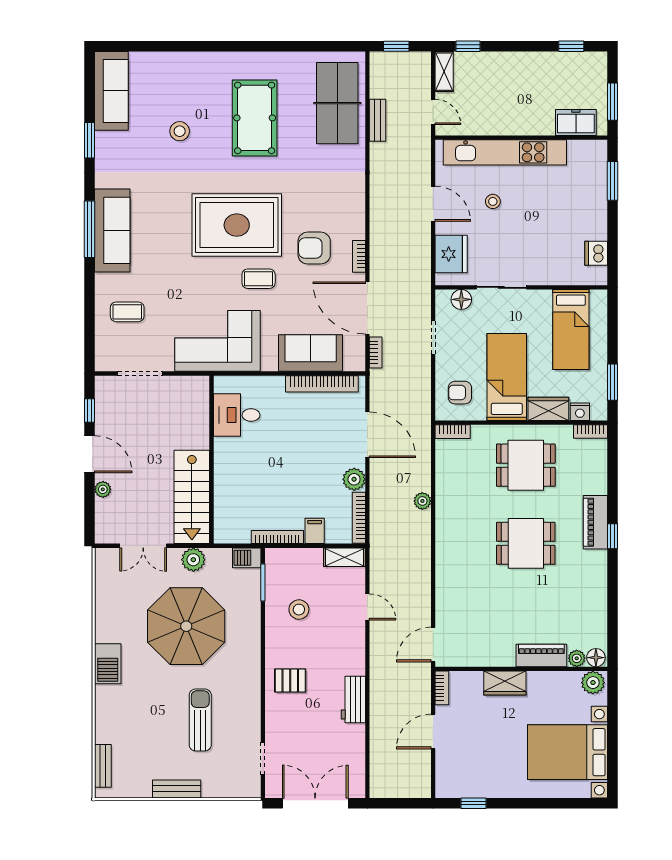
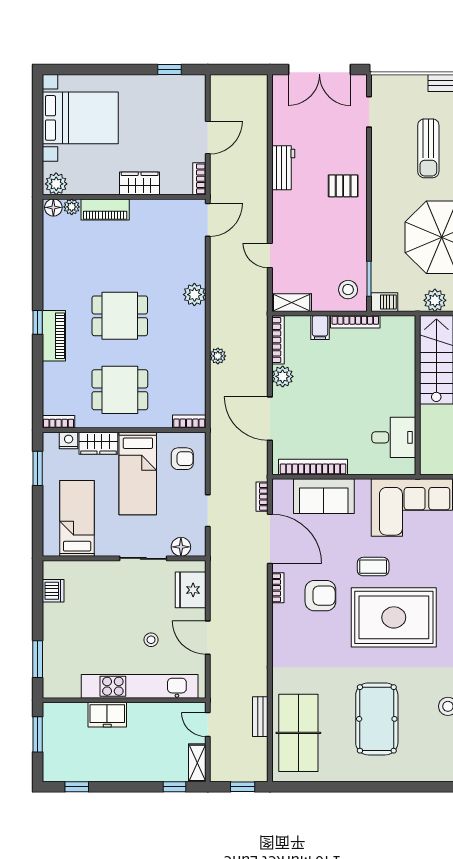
freezer: (576, 122) -> (107, 715), moved
plant: (447, 566) -> (194, 295), added
stool: (299, 610) -> (348, 290), moved

